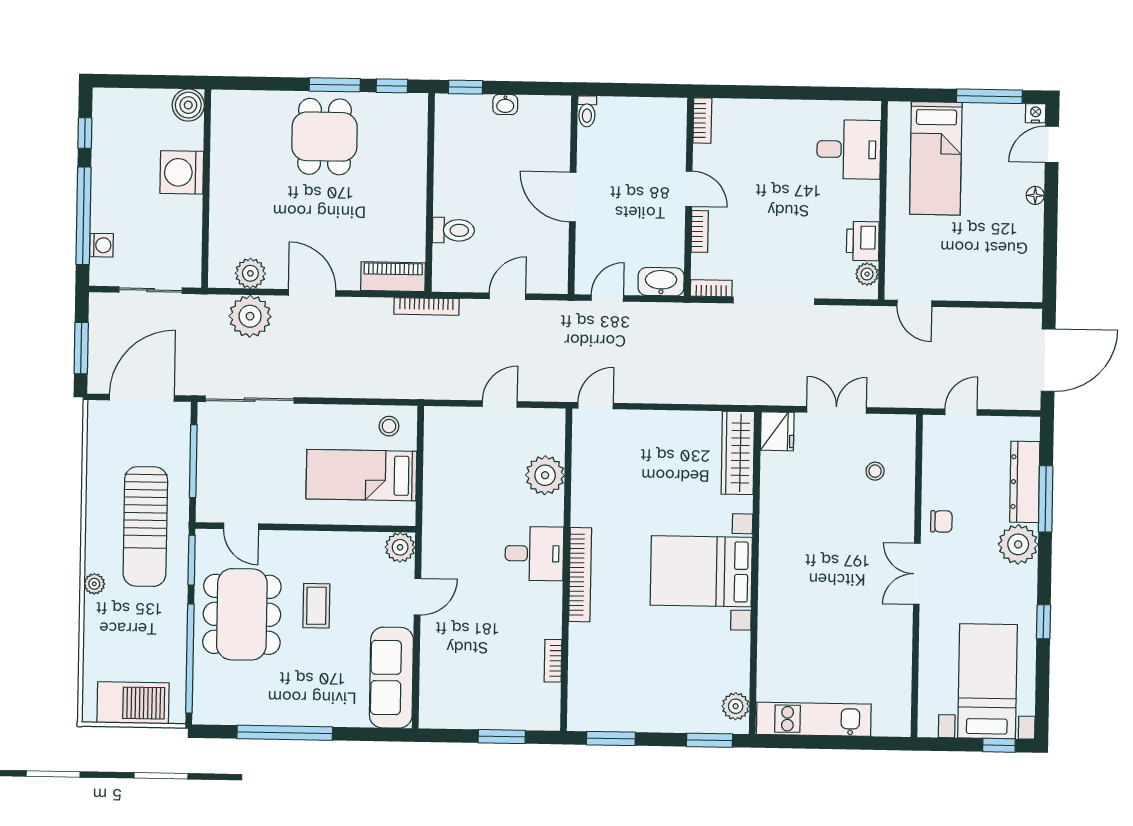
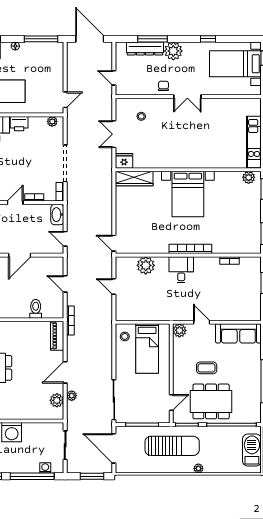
printer: (863, 241) -> (19, 124), moved
window: (1050, 252) -> (41, 39), added
plant: (250, 316) -> (72, 396), width x0.53, depth x0.53

